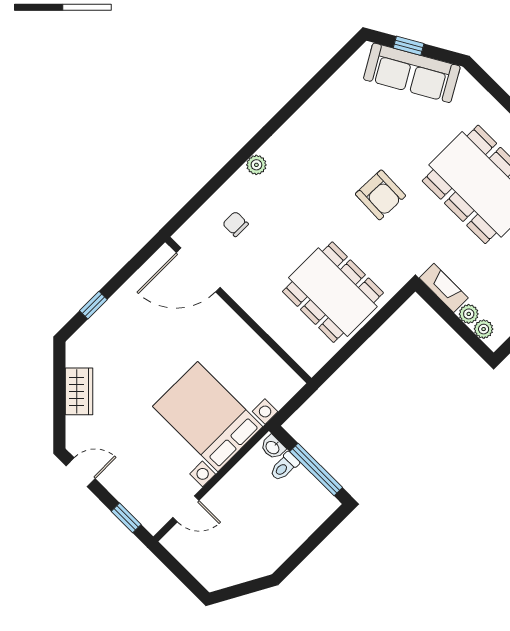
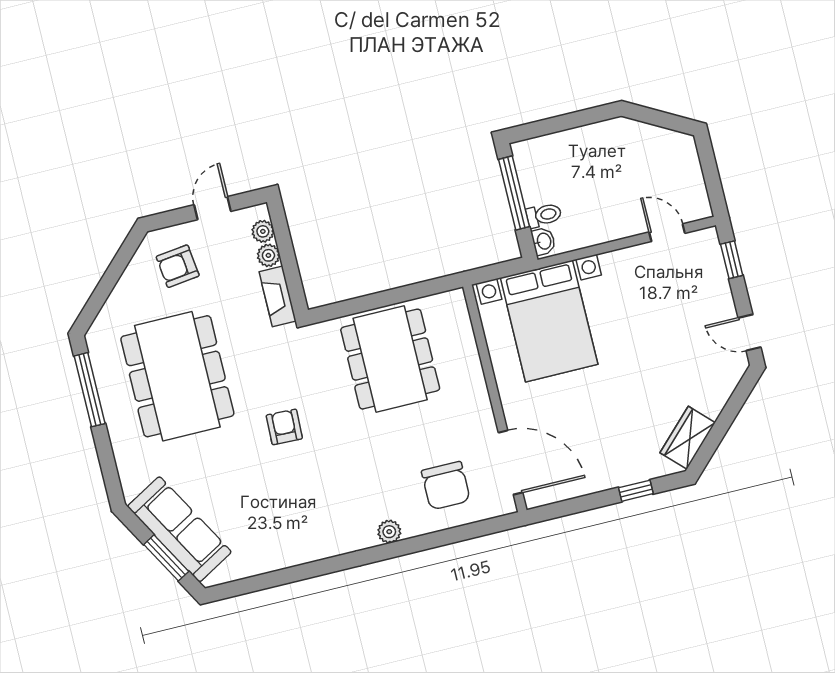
window: (409, 46) -> (166, 558), width x1.50
armchair: (380, 195) -> (284, 427), width x0.72, depth x0.72
chair: (235, 224) -> (446, 486), width x1.87, depth x1.87
wardrobe: (79, 391) -> (688, 438), moved
bed with nightstands: (208, 417) -> (549, 321), moved

